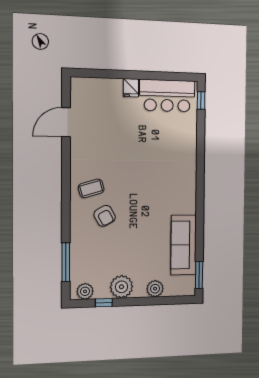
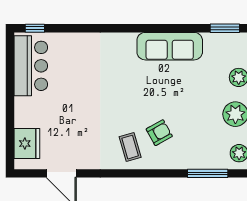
fridge: (131, 88) -> (27, 144), moved, width x1.88, depth x1.34
sofa: (184, 245) -> (170, 46), moved

